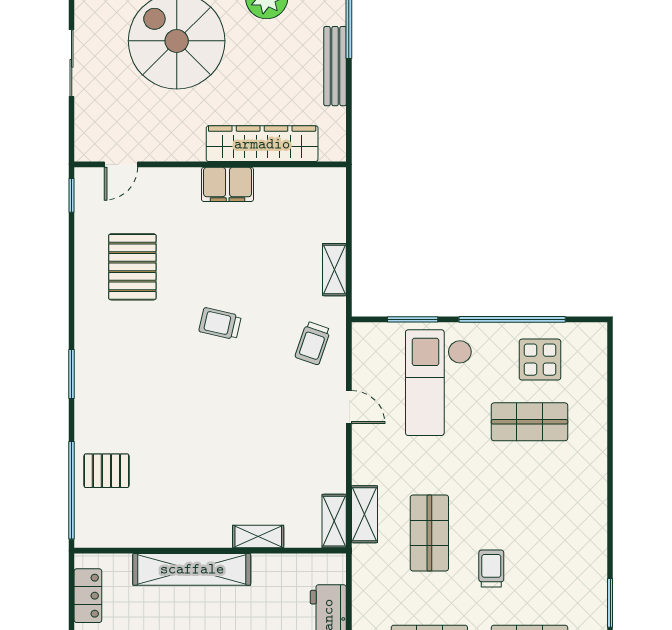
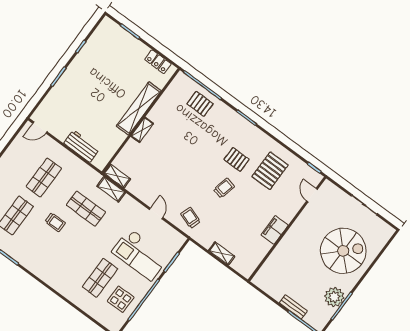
bench: (335, 66) -> (293, 307), width x0.73
wardrobe: (262, 144) -> (280, 254), removed
pallet: (132, 267) -> (270, 171), turned 90
shelving: (334, 270) -> (222, 253), moved
pallet: (155, 338) -> (237, 159), added
checkout: (439, 383) -> (140, 254), turned 180
door: (349, 407) -> (156, 214), swing flipped
pallet: (106, 471) -> (200, 104), turned 90
shelving: (258, 536) -> (142, 130), moved

